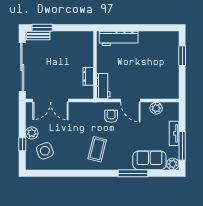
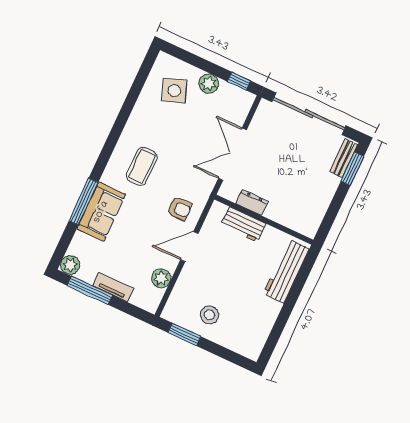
window: (182, 56) -> (184, 334), moved
stool: (164, 71) -> (209, 315), added
workbench: (103, 86) -> (243, 224), moved
double door: (51, 101) -> (232, 154), moved
window: (22, 144) -> (239, 81), moved
coffee table: (97, 149) -> (142, 166), turned 76
sofa: (149, 160) -> (101, 212), moved

